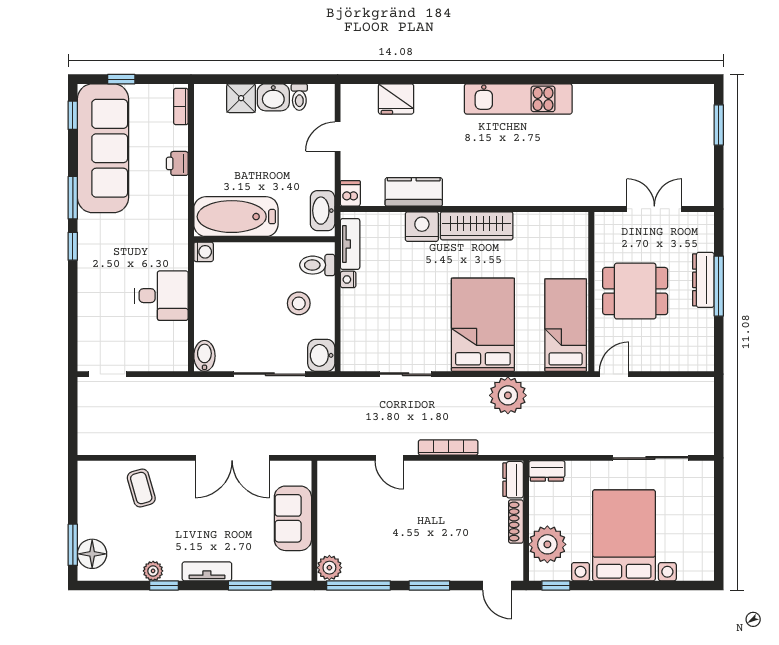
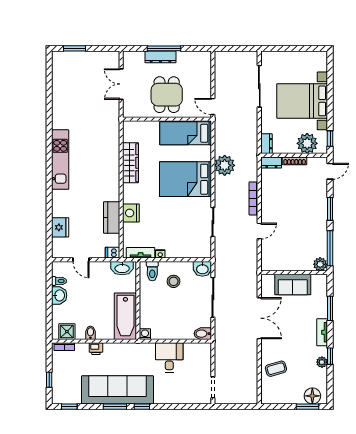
shower: (241, 98) -> (67, 332), moved
sofa: (103, 148) -> (117, 390), moved
bidet: (206, 154) -> (90, 333), added
wardrobe: (477, 226) -> (131, 163), moved

